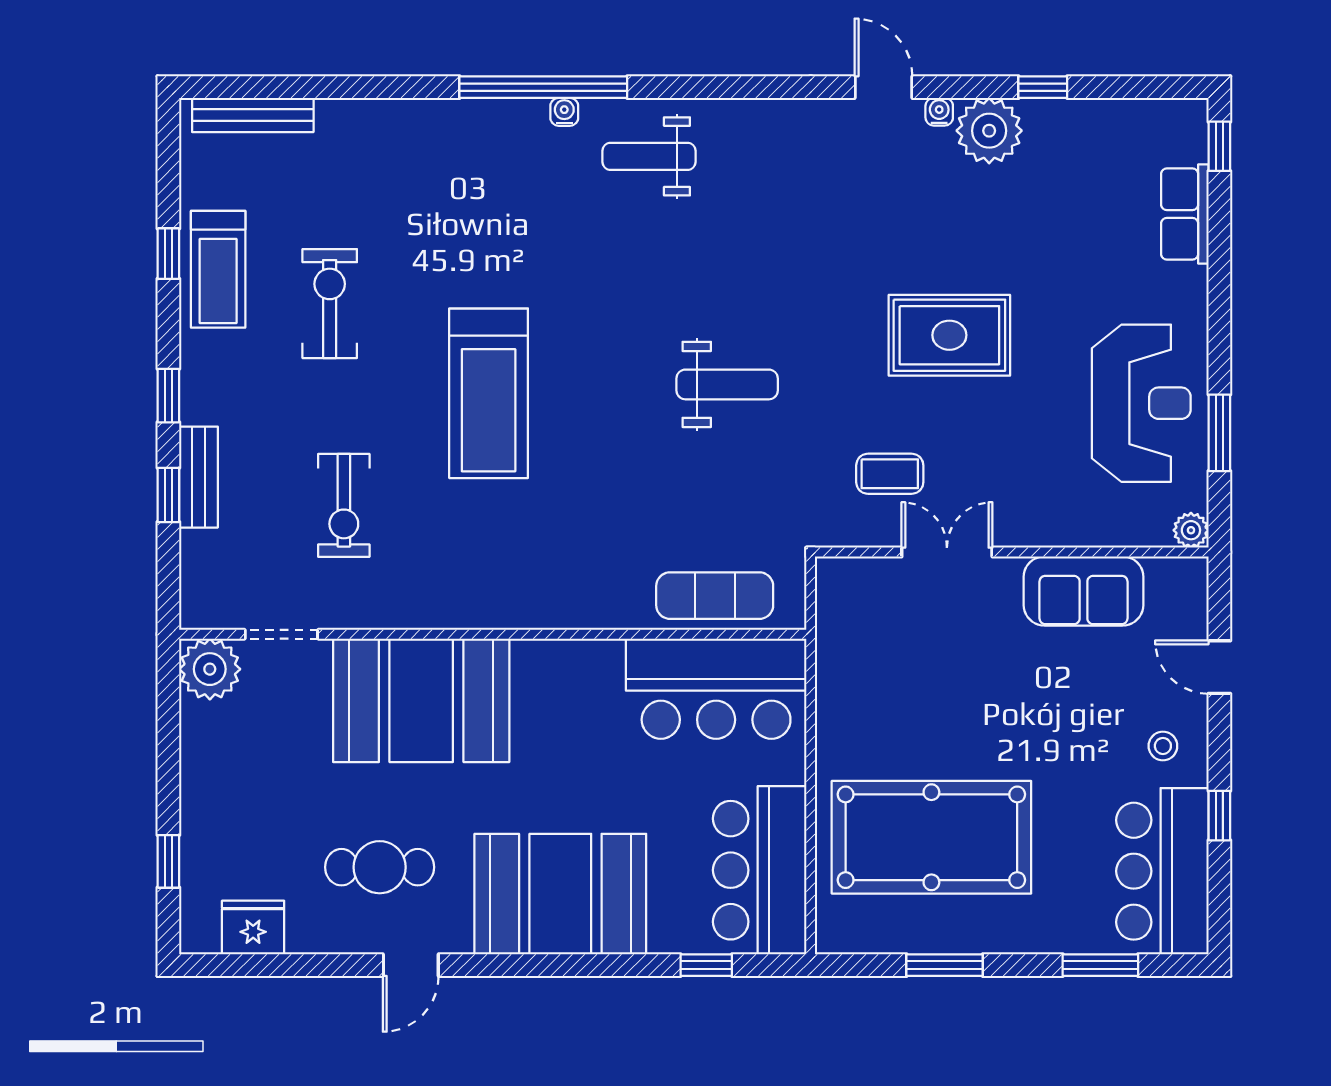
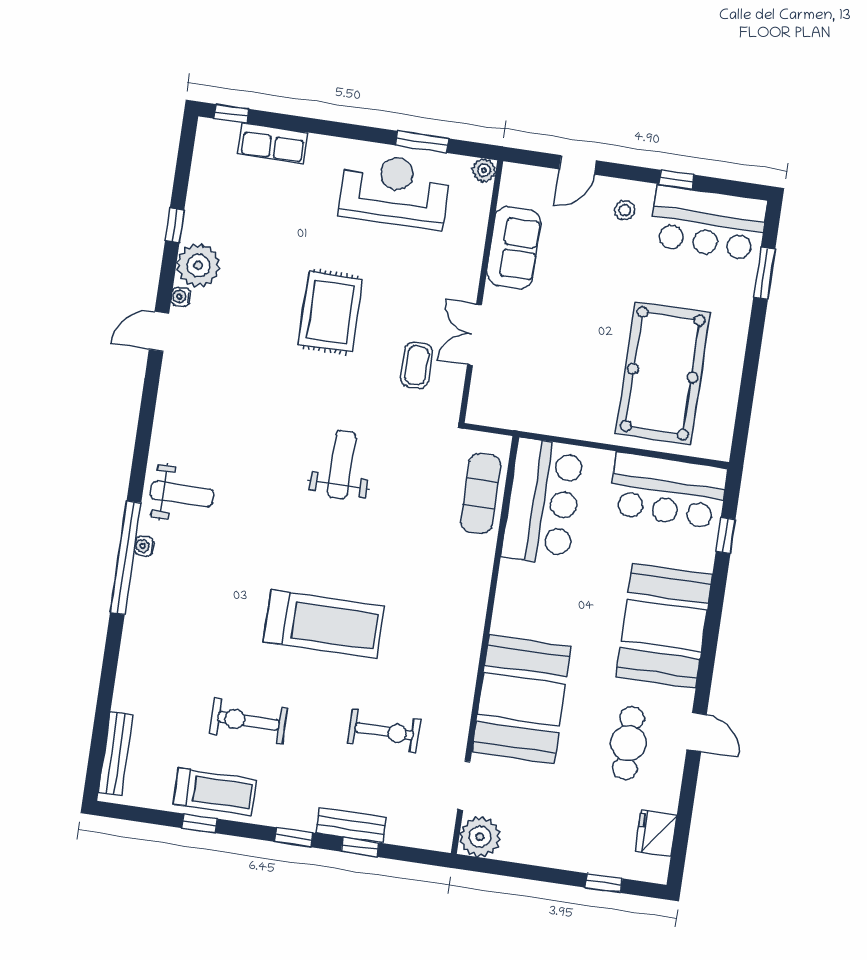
weight bench: (649, 156) -> (182, 494), turned -90
window: (945, 965) -> (749, 377), removed

